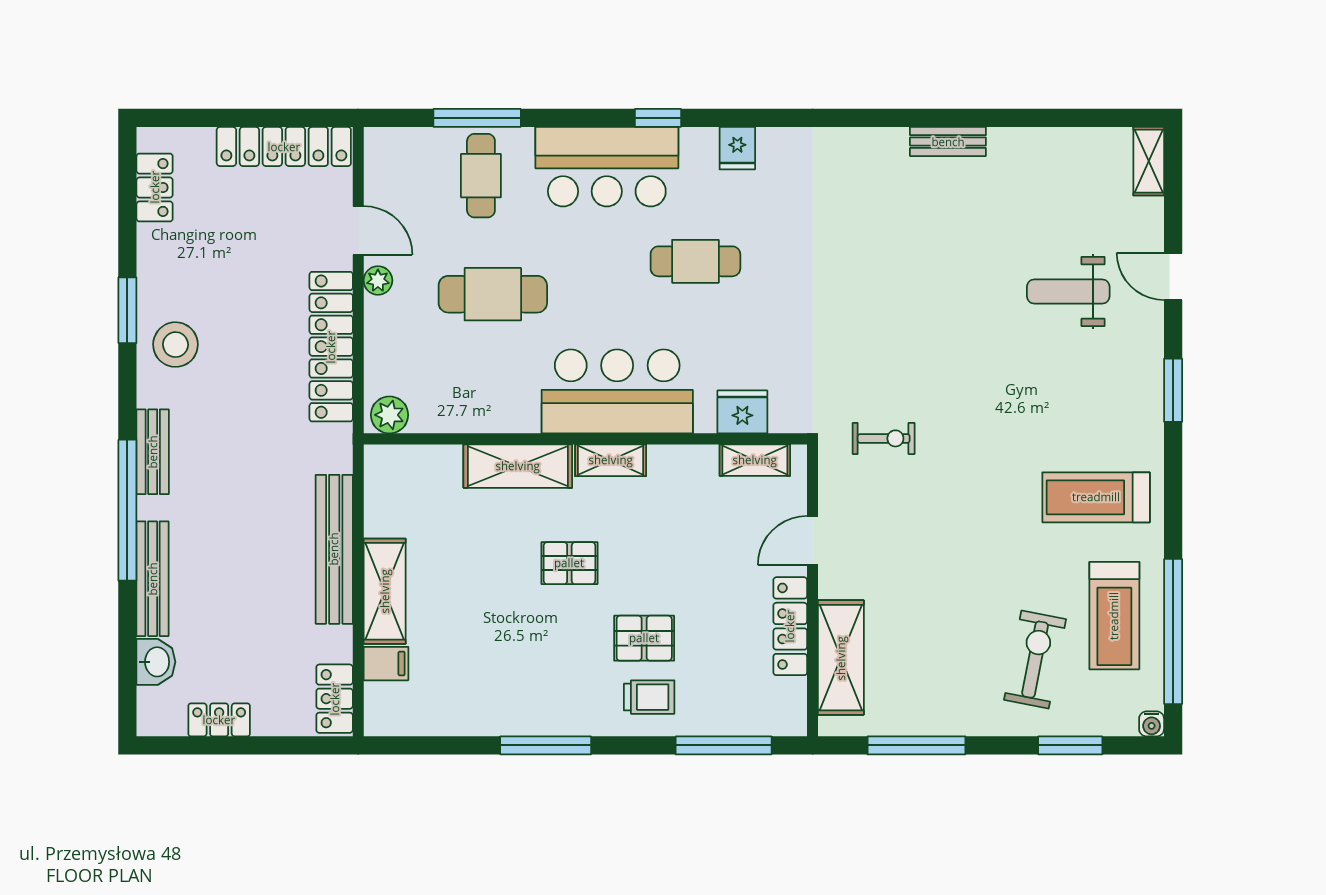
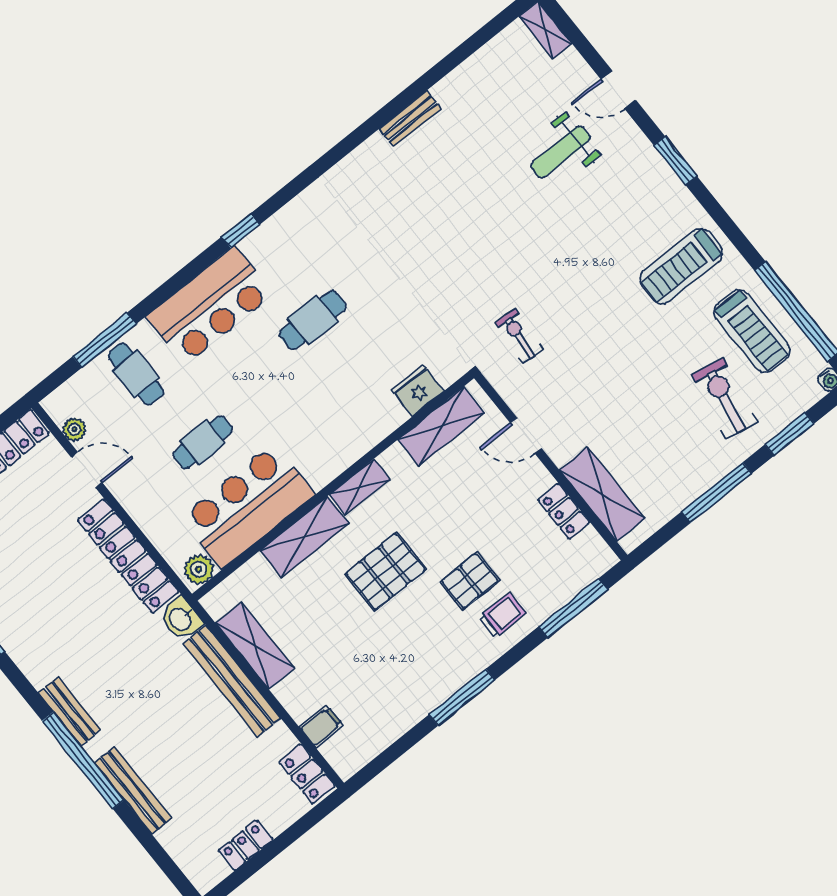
window: (658, 118) -> (240, 231), moved
fridge: (737, 148) -> (282, 228), removed
plant: (378, 280) -> (74, 429), moved
cafe table: (493, 294) -> (203, 442), width x0.73, depth x0.74
stool: (175, 345) -> (30, 633), removed
bar counter: (617, 391) -> (248, 506), moved
exercise bike: (884, 438) -> (519, 336), turned -85
shelving: (755, 460) -> (441, 426), width x1.50, depth x1.33
door: (813, 541) -> (526, 436), hinge flipped
pallet: (569, 563) -> (385, 572), width x1.50, depth x1.42
shelving: (385, 591) -> (255, 646), moved
locker: (790, 626) -> (564, 511), width x0.66
washbasin: (156, 662) -> (181, 619), moved, turned 180
window: (917, 745) -> (717, 493), moved

